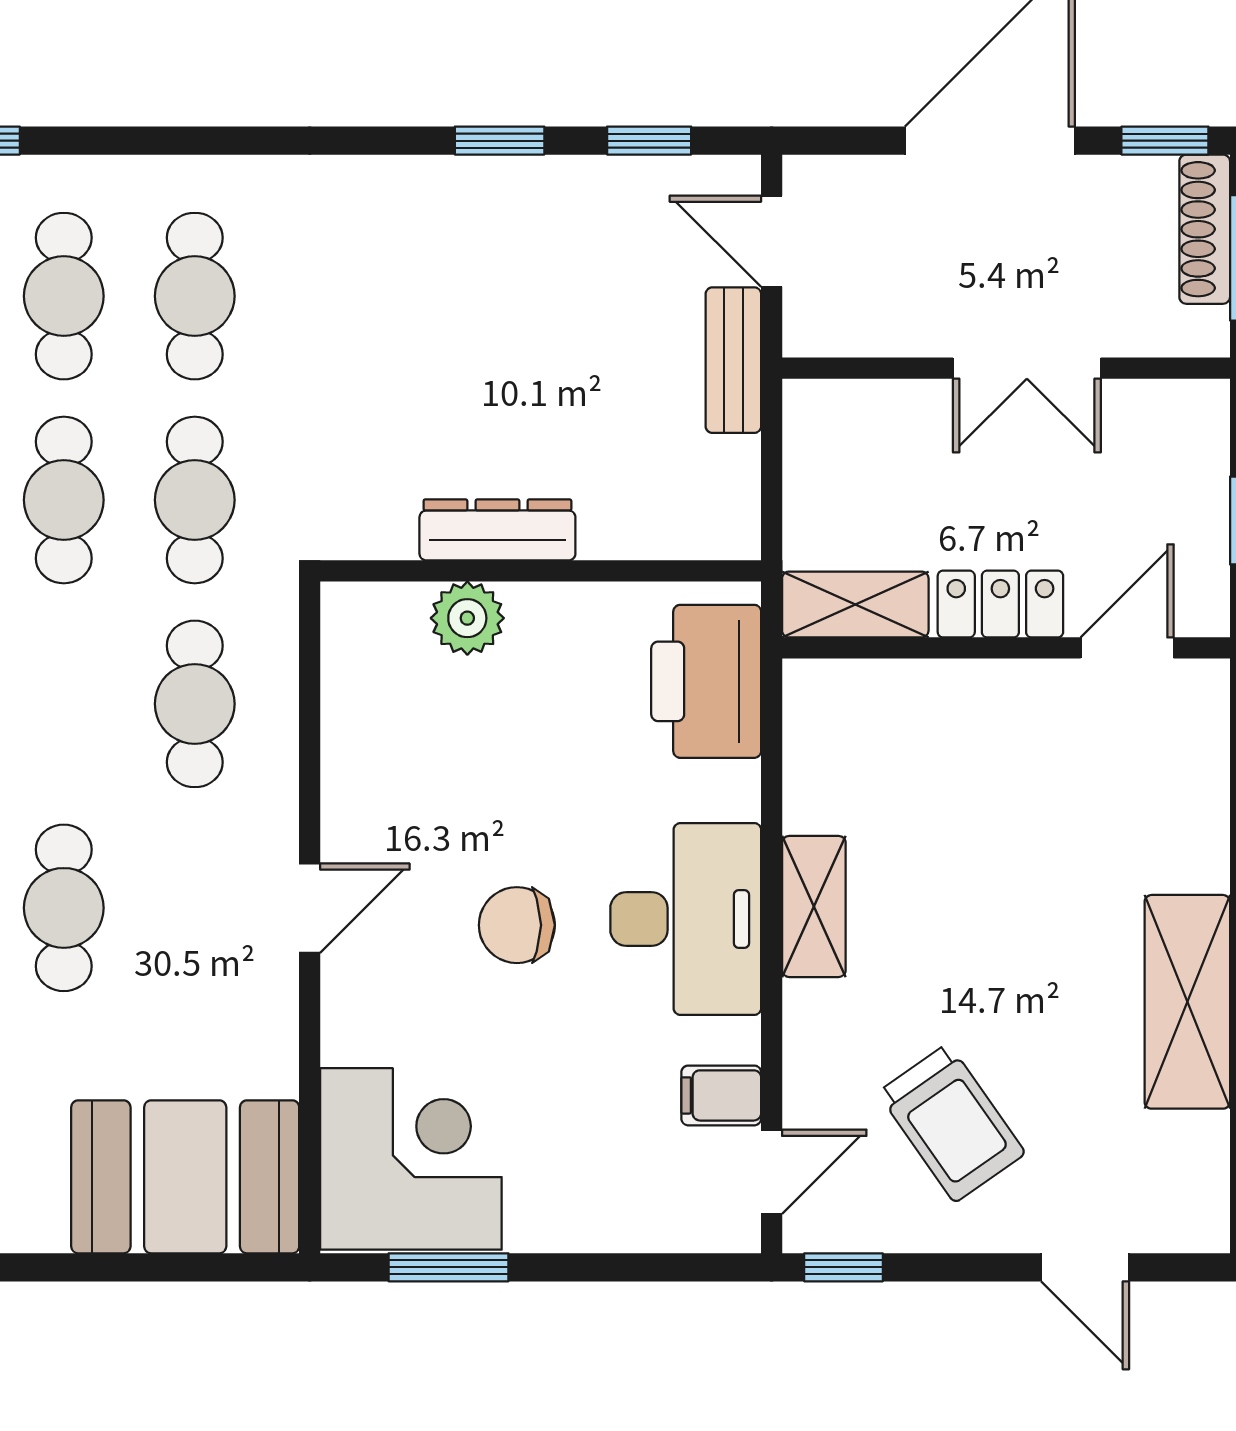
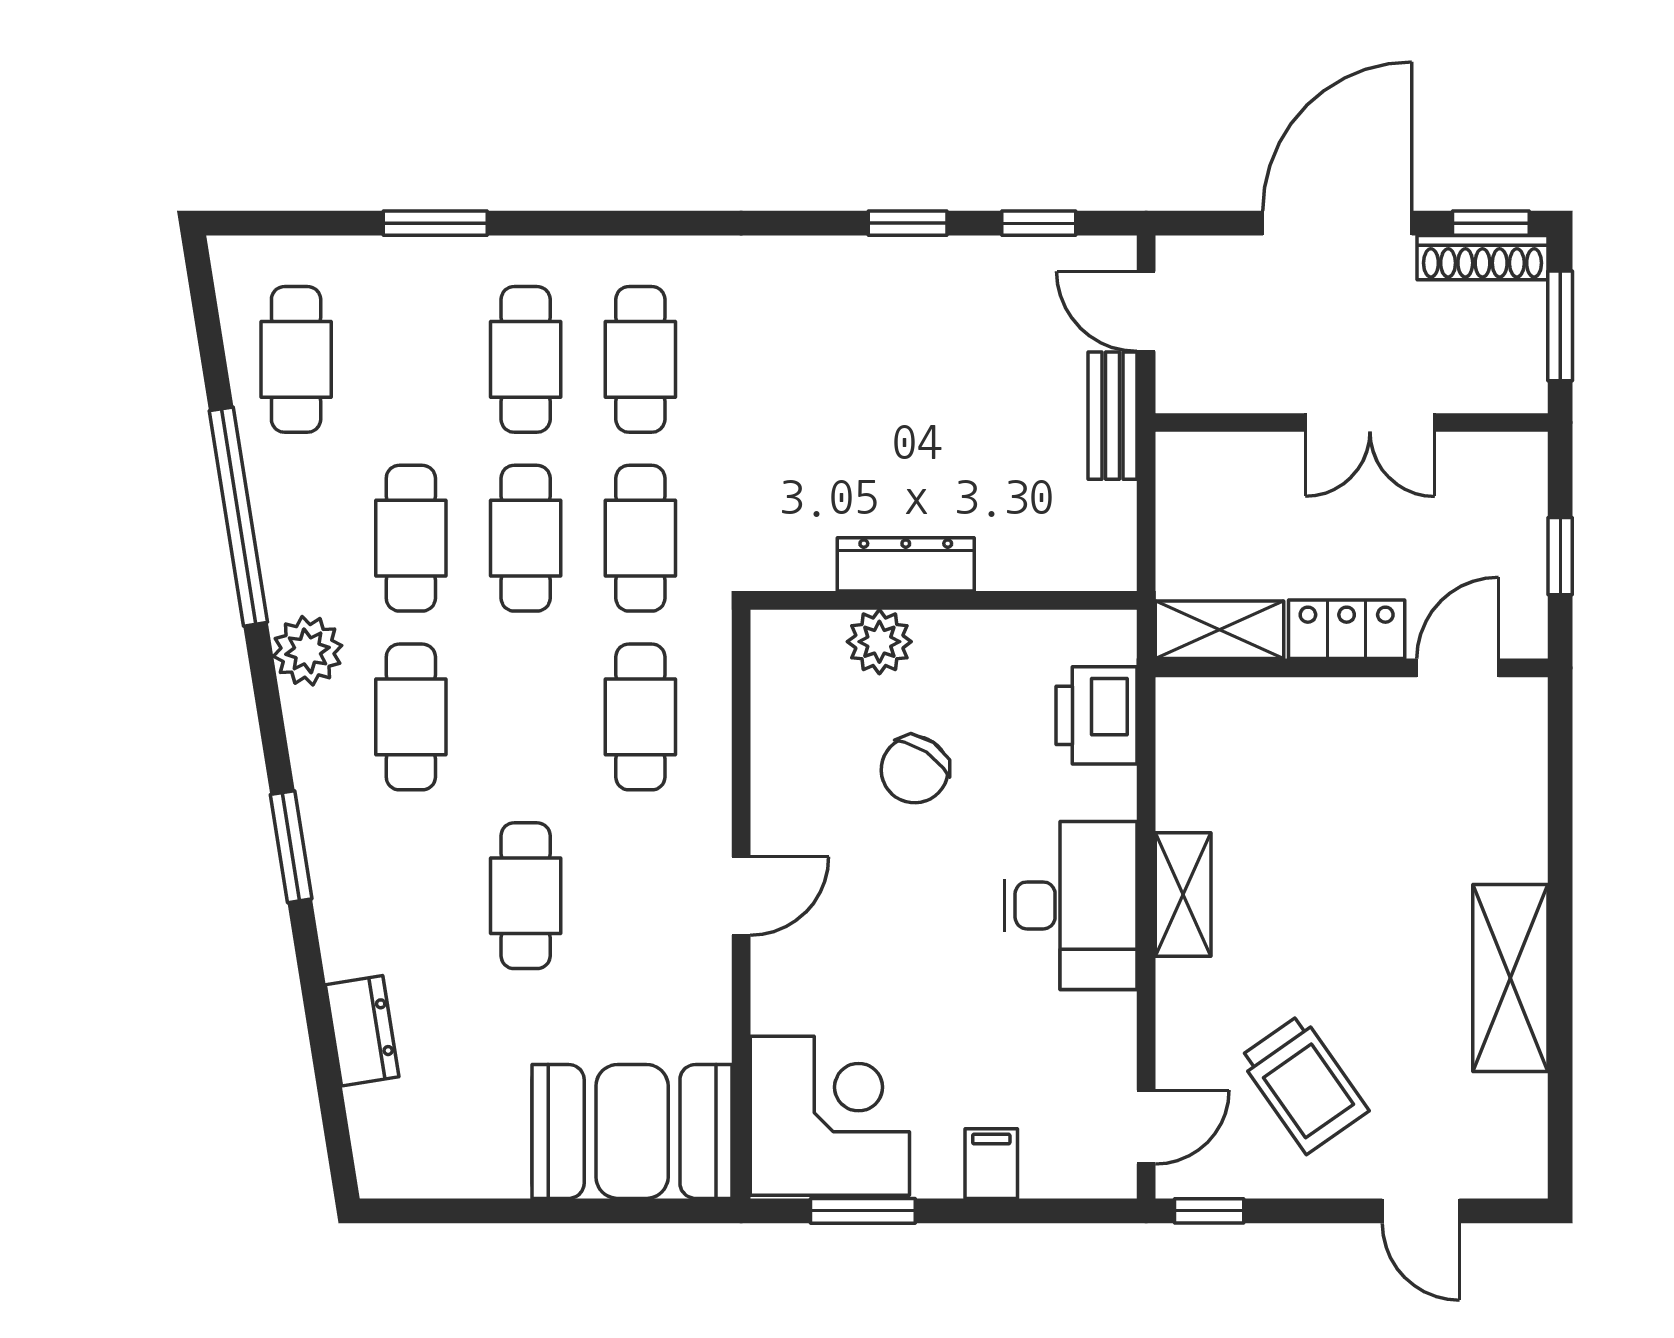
shoe rack: (1205, 229) -> (1482, 258), moved, turned -90
printer: (706, 681) -> (1097, 715), width x0.73, depth x0.84
chair: (517, 925) -> (915, 770), moved, turned -56
filing cabinet: (721, 1095) -> (991, 1164), moved, turned 90

